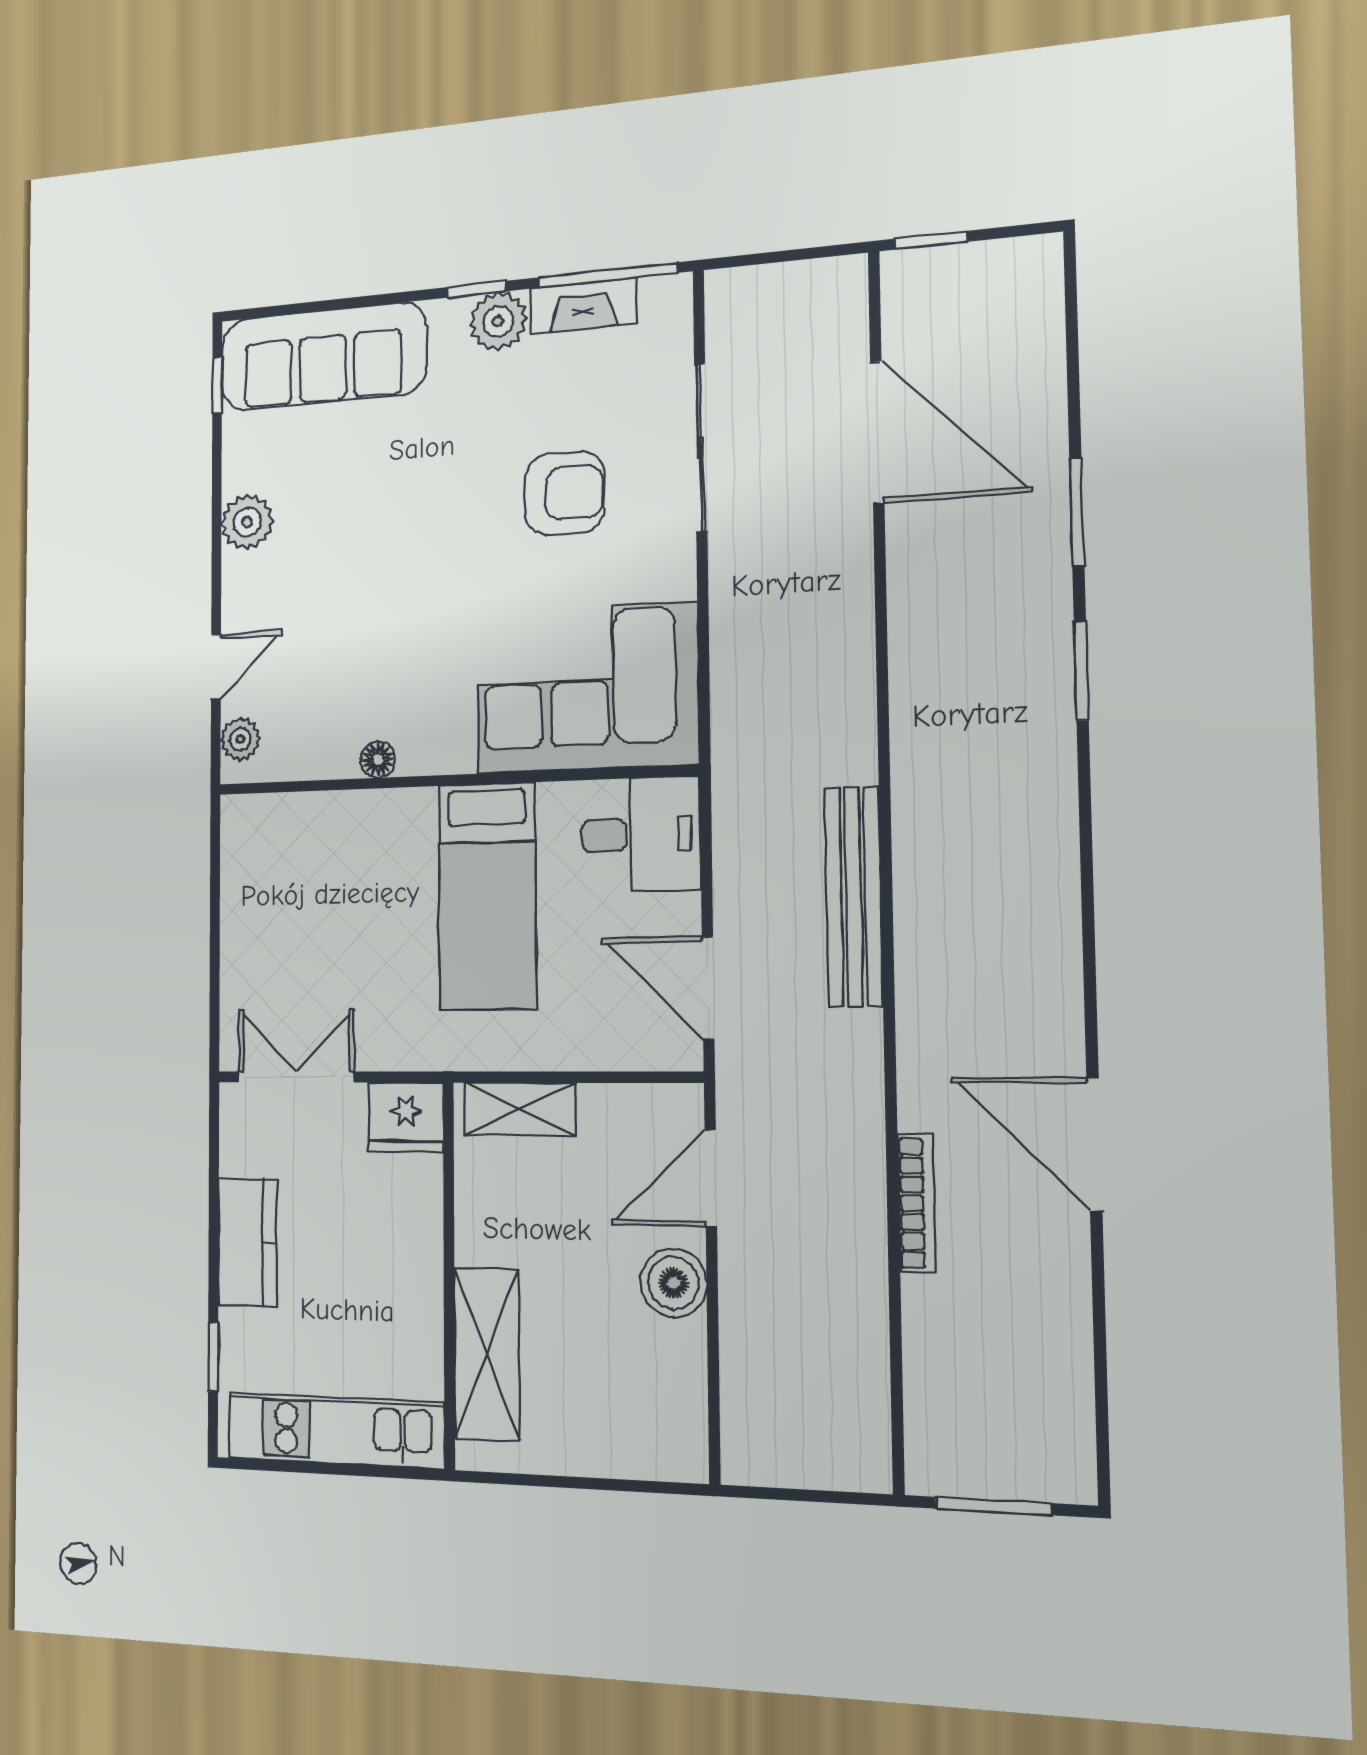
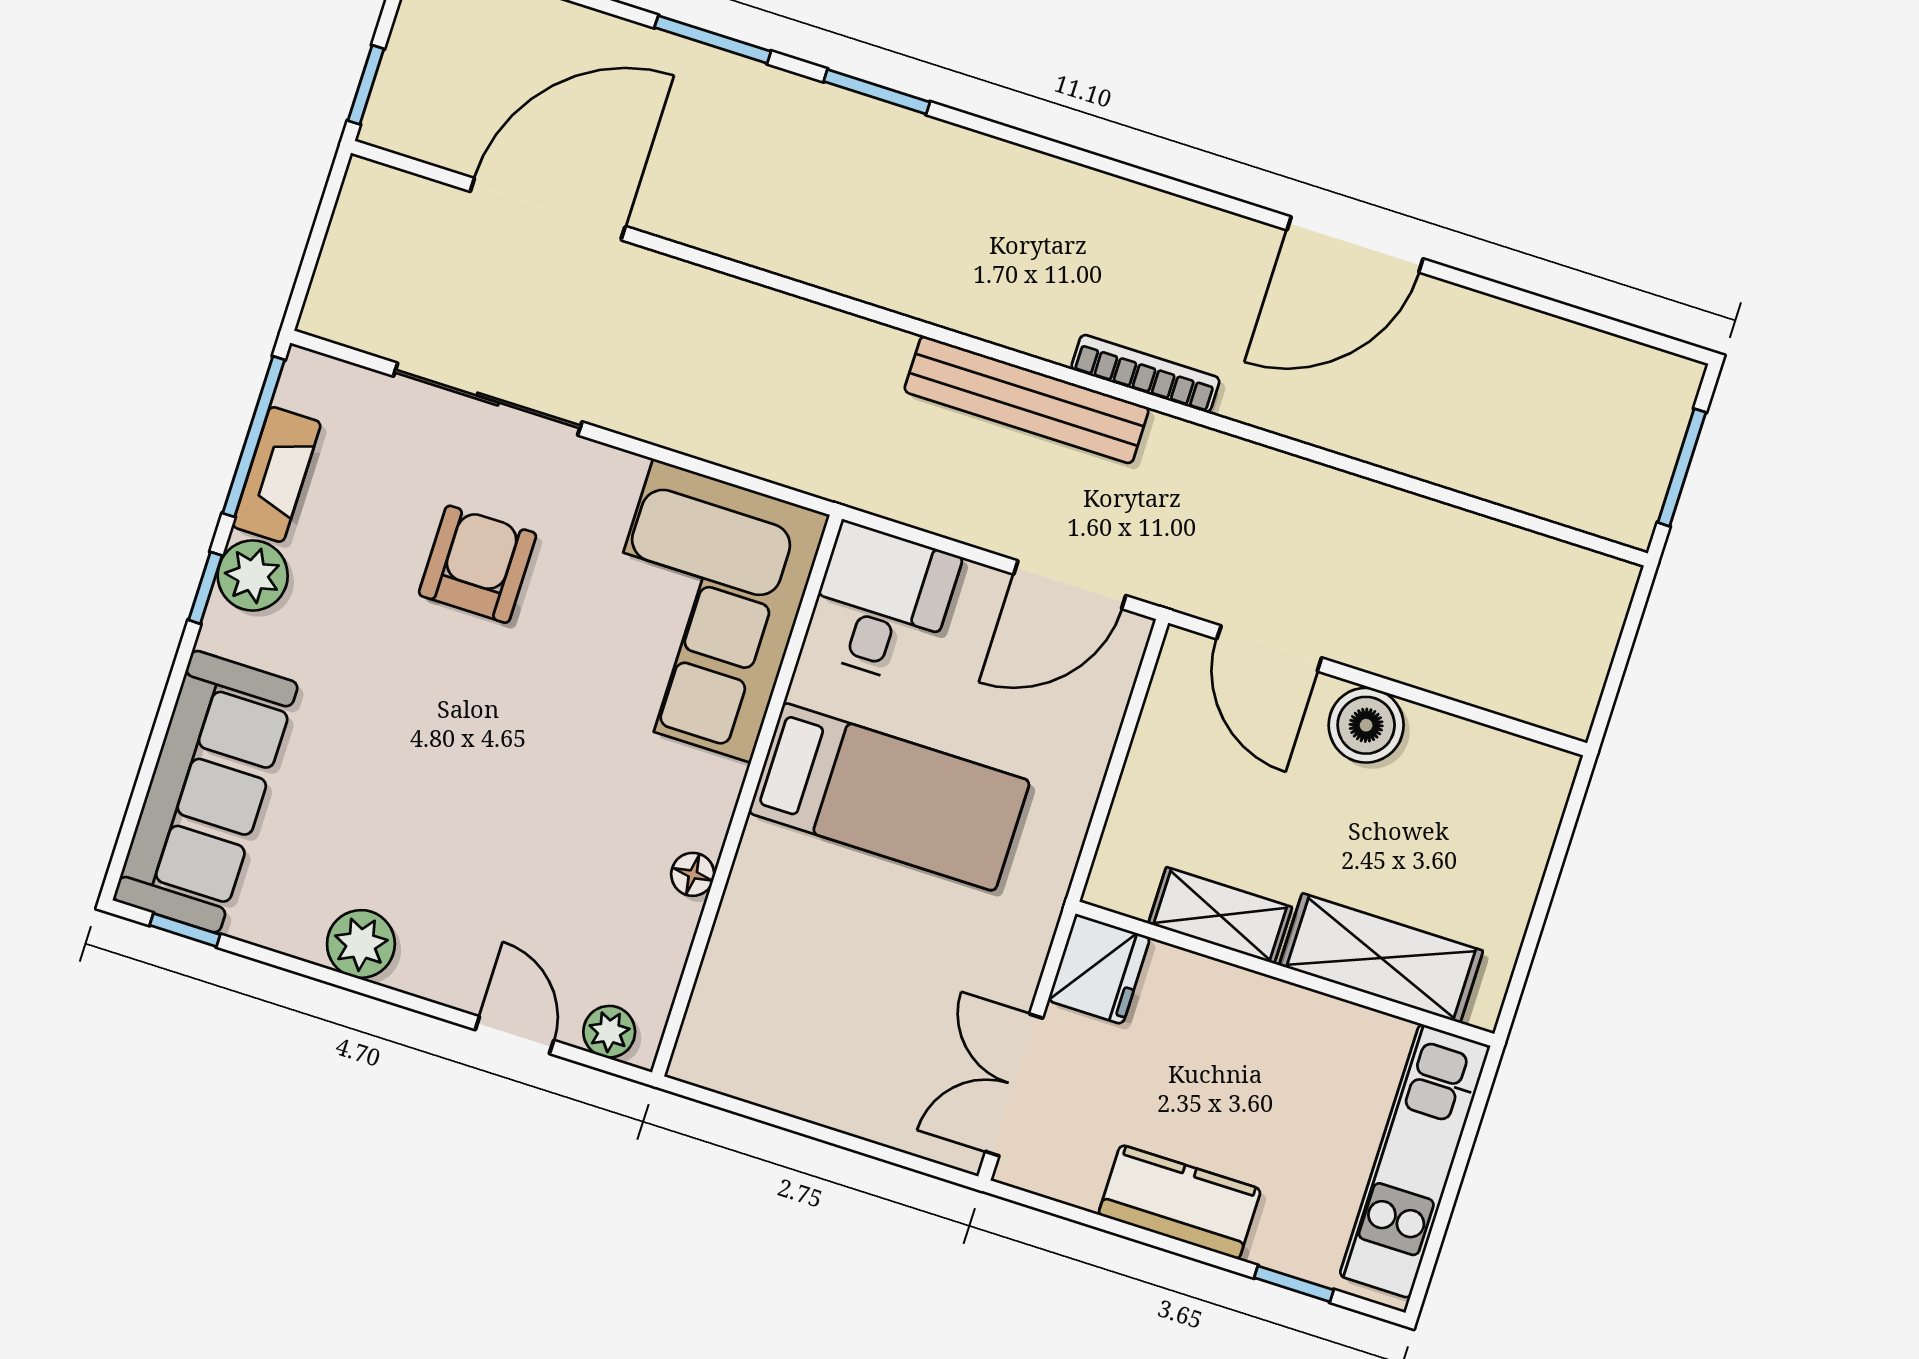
shelving: (520, 1109) -> (1220, 915), moved, turned 90
bookcase: (916, 1203) -> (1145, 374), moved

